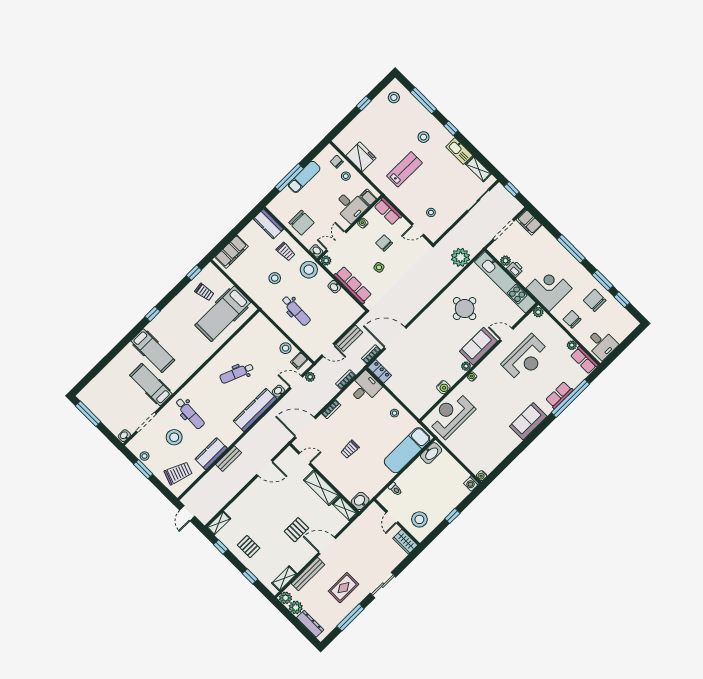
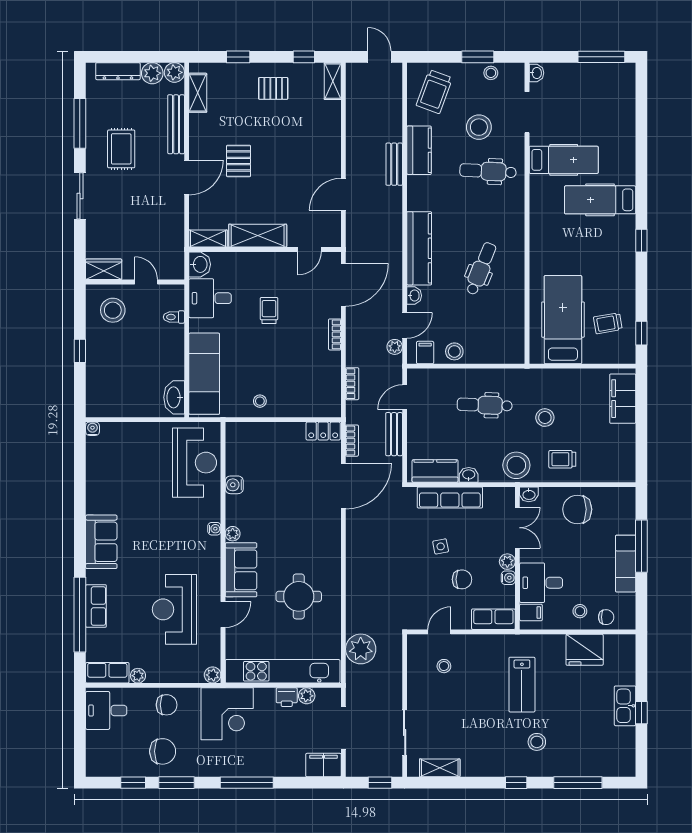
stool: (394, 98) -> (614, 753), removed
kitchen sink: (459, 151) -> (625, 706), moved, turned -90
kitchen counter: (268, 224) -> (435, 471), moved
plant: (326, 261) -> (507, 562), moved
desk: (365, 388) -> (210, 298), moved, turned 90
washing machine: (471, 483) -> (95, 409), removed

